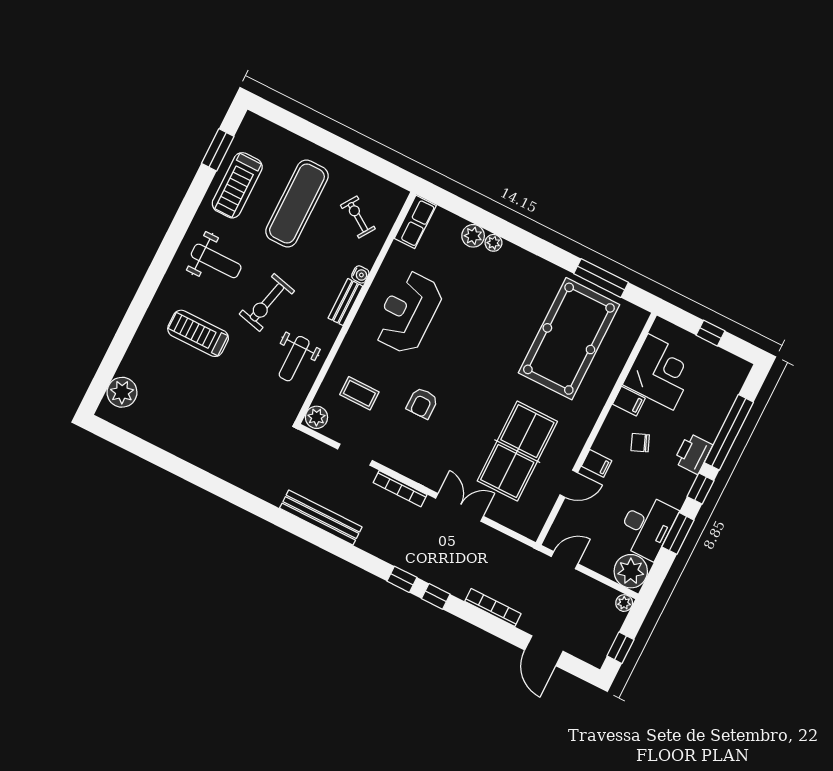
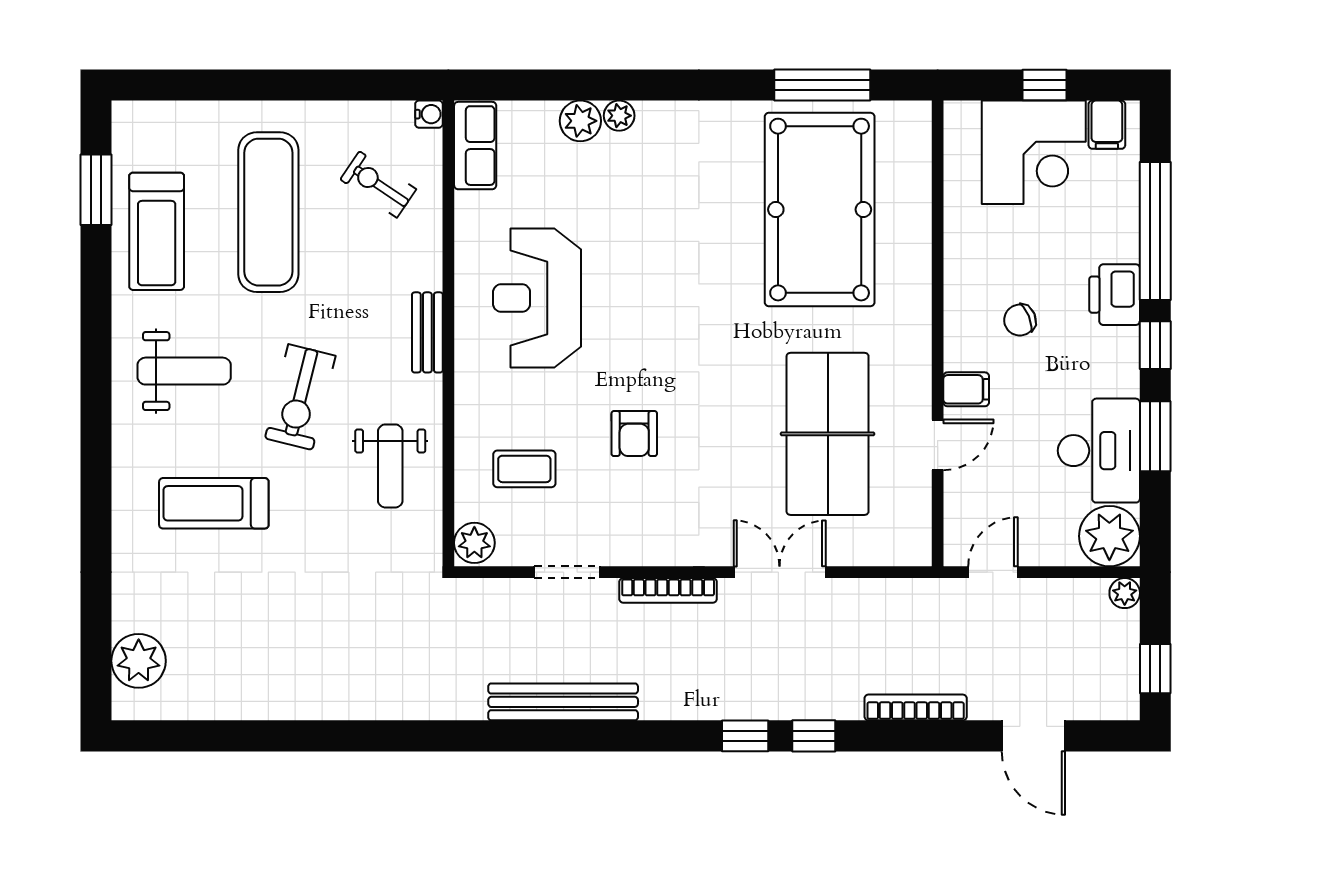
water cooler: (360, 274) -> (429, 114), moved
corner desk: (661, 372) -> (1034, 152), moved, turned 90
filing cabinet: (629, 401) -> (1107, 125), moved, turned 90

